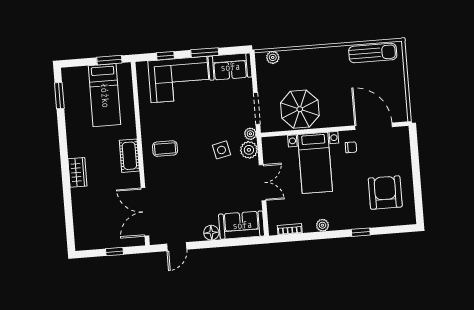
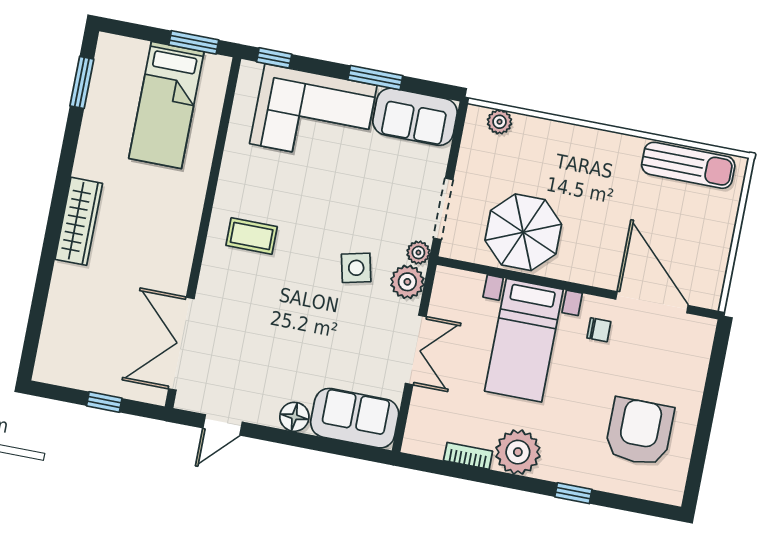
window: (165, 56) -> (274, 58), moved
cot: (129, 156) -> (181, 231), removed
wardrobe: (77, 172) -> (79, 221), width x1.50
plant: (322, 225) -> (518, 452), width x1.88, depth x1.88
bookcase: (290, 229) -> (468, 456), moved

